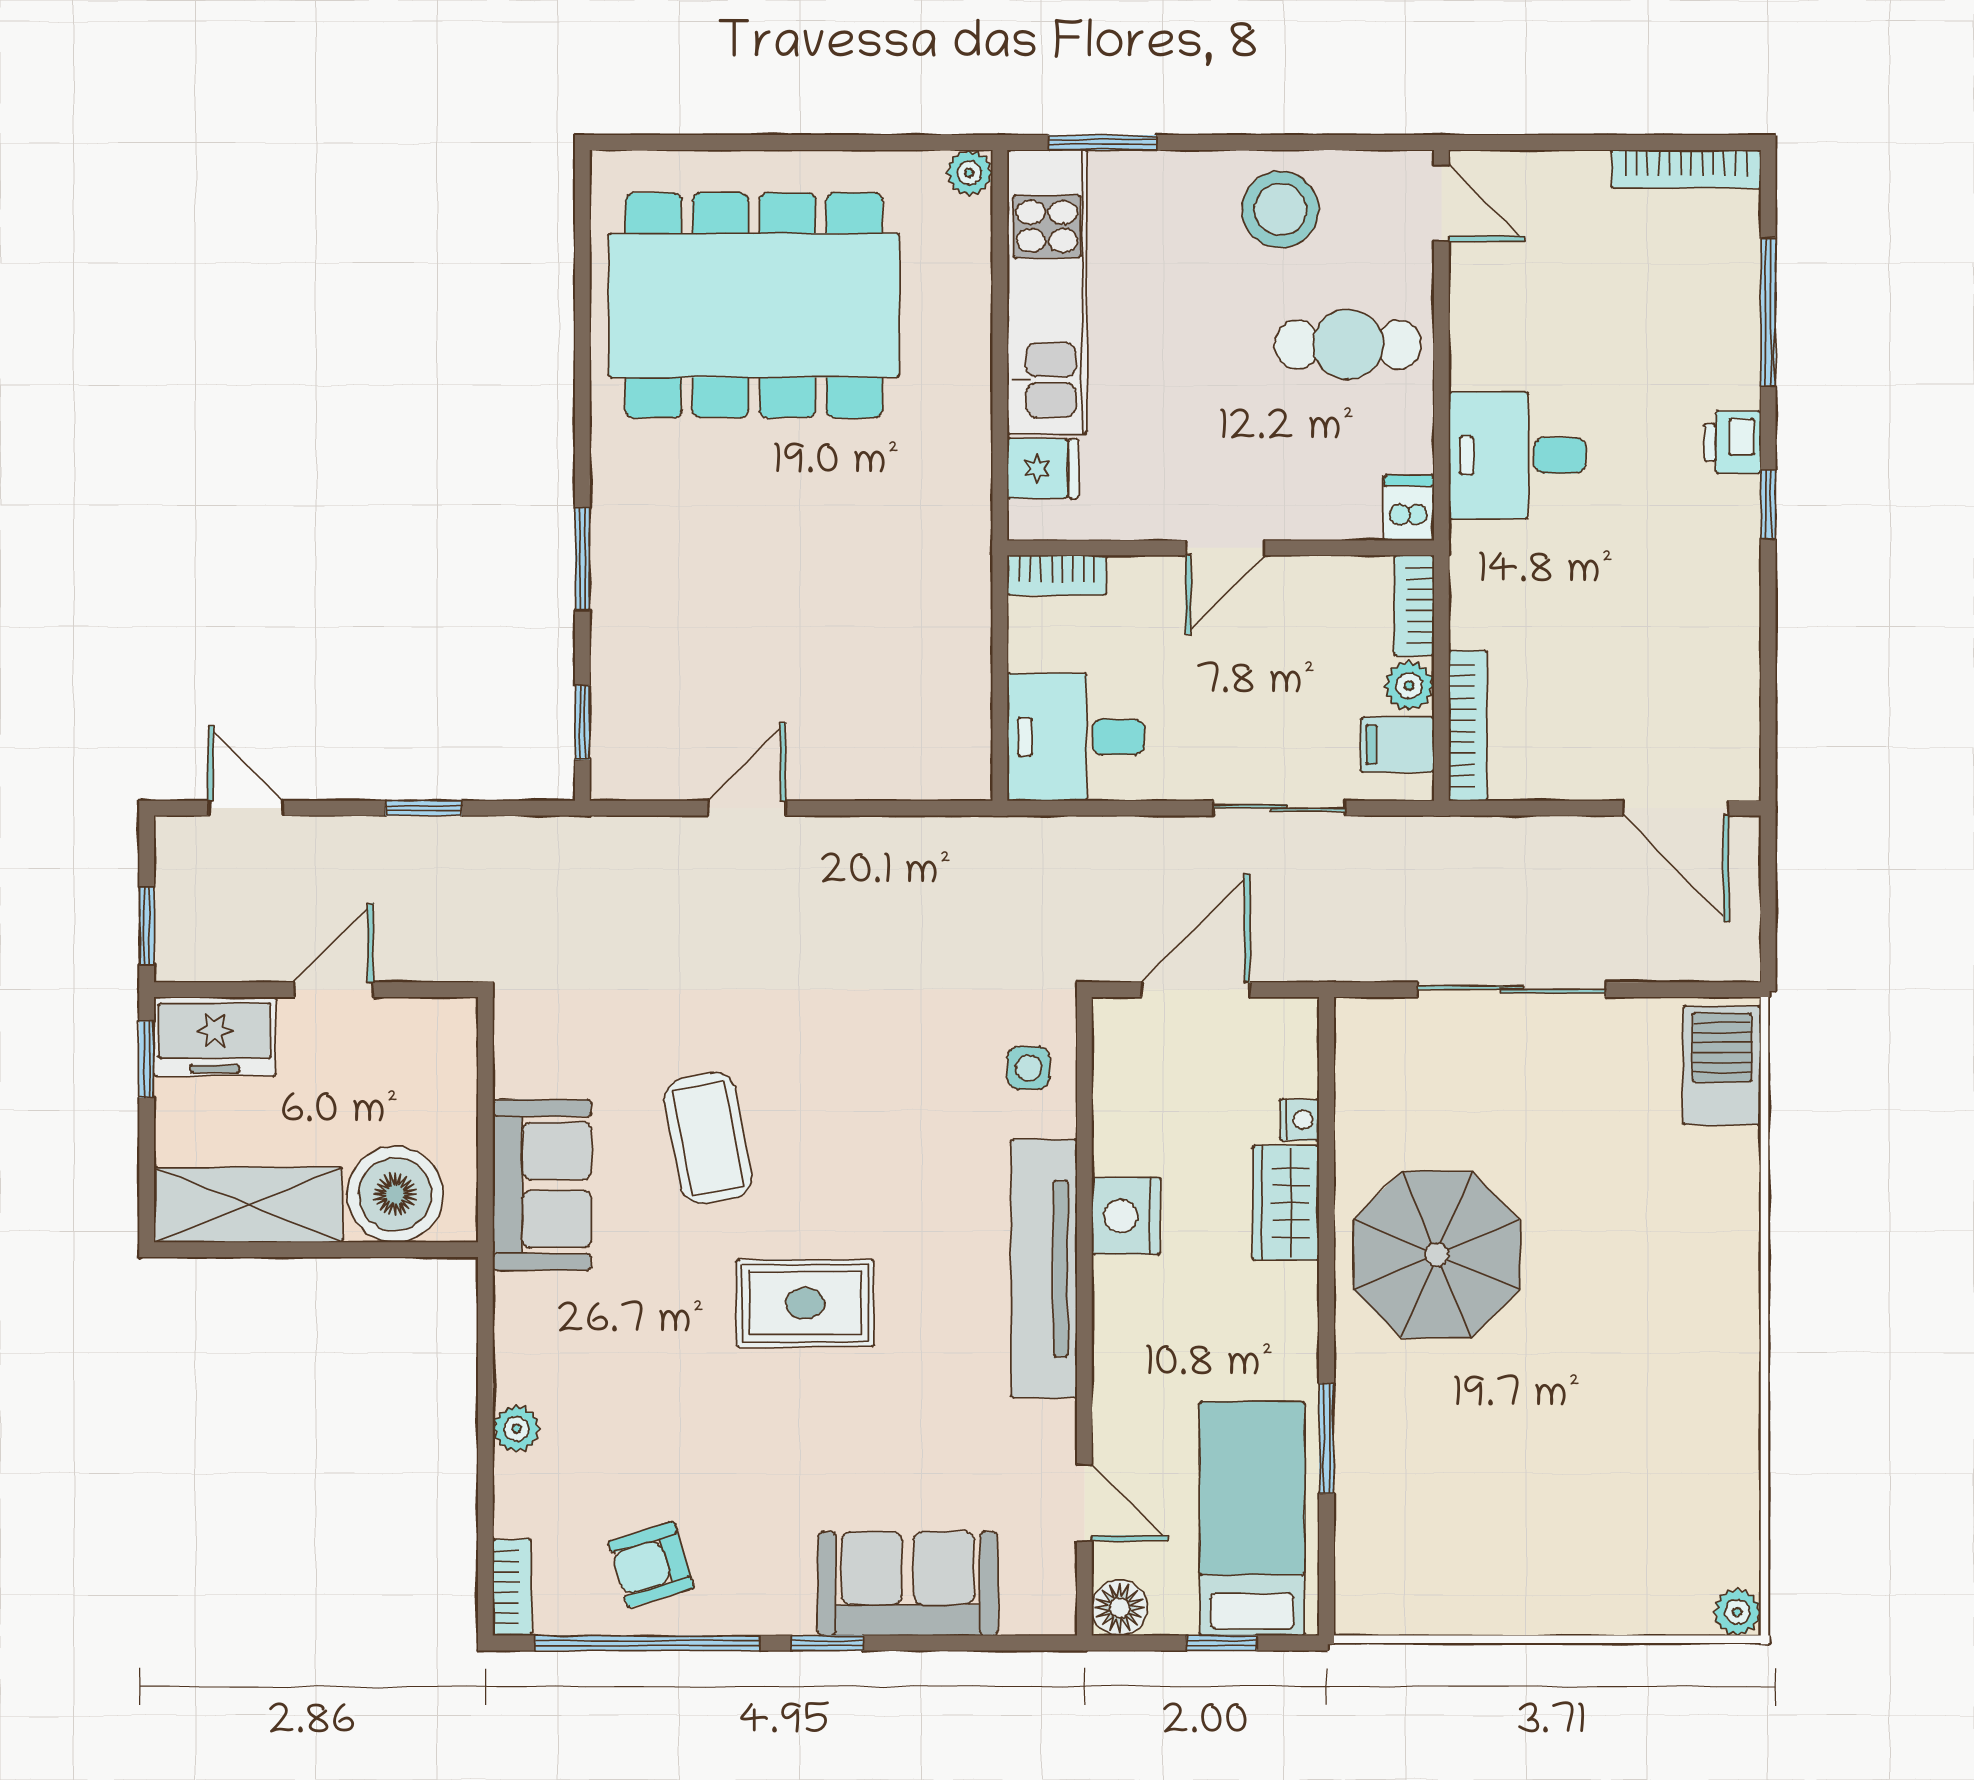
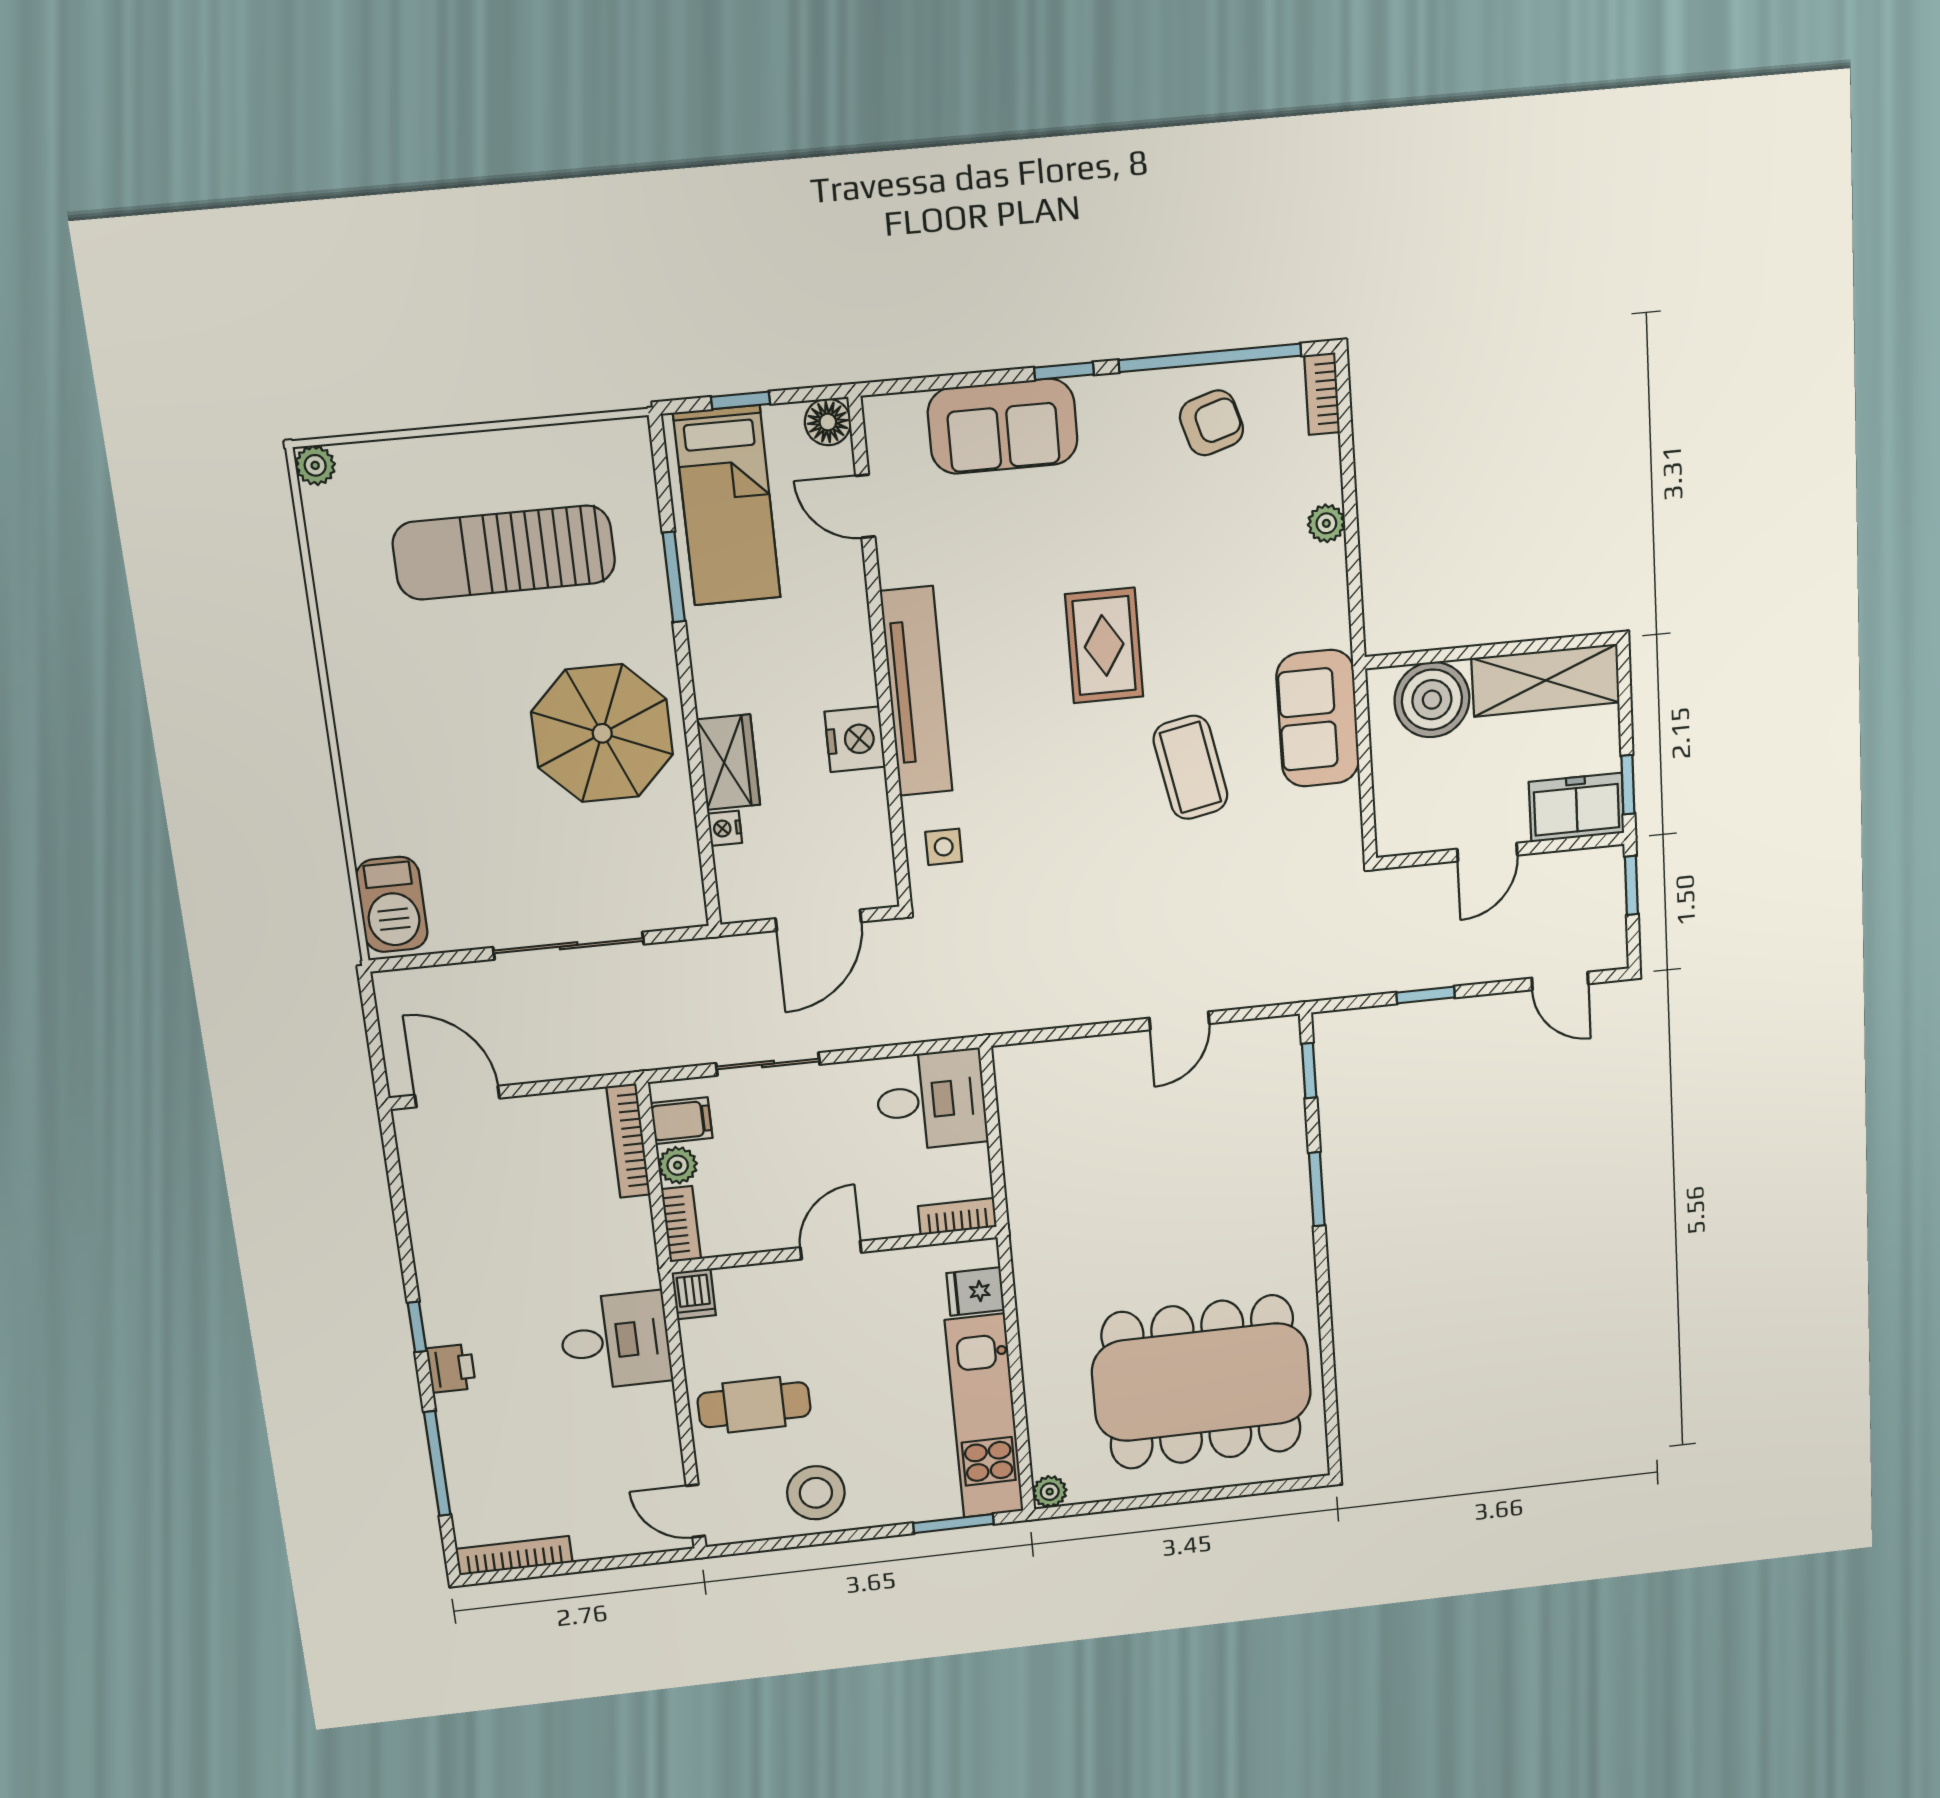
rug: (805, 1303) -> (1104, 646), turned 90
sun lounger: (1527, 1487) -> (504, 553), added

